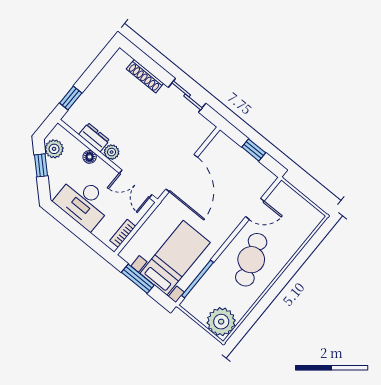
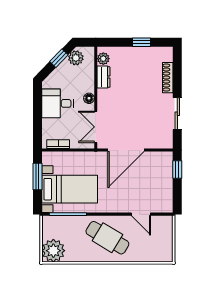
window: (71, 98) -> (141, 42), moved
window: (254, 150) -> (177, 170), moved
plant: (112, 152) -> (103, 59), moved
floor lamp: (90, 157) -> (89, 98), moved
desk: (83, 202) -> (58, 103), width x0.73
cafe table: (251, 260) -> (107, 238), turned 51

